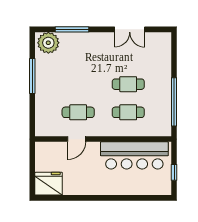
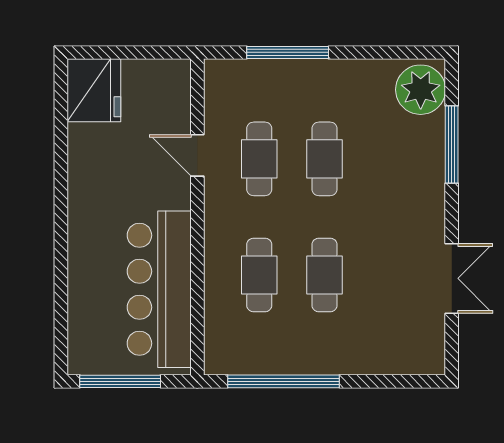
double door: (130, 29) -> (452, 278), swing flipped
window: (32, 76) -> (288, 52), moved
cafe table: (78, 84) -> (325, 159), added
window: (174, 172) -> (120, 381), width x2.17

